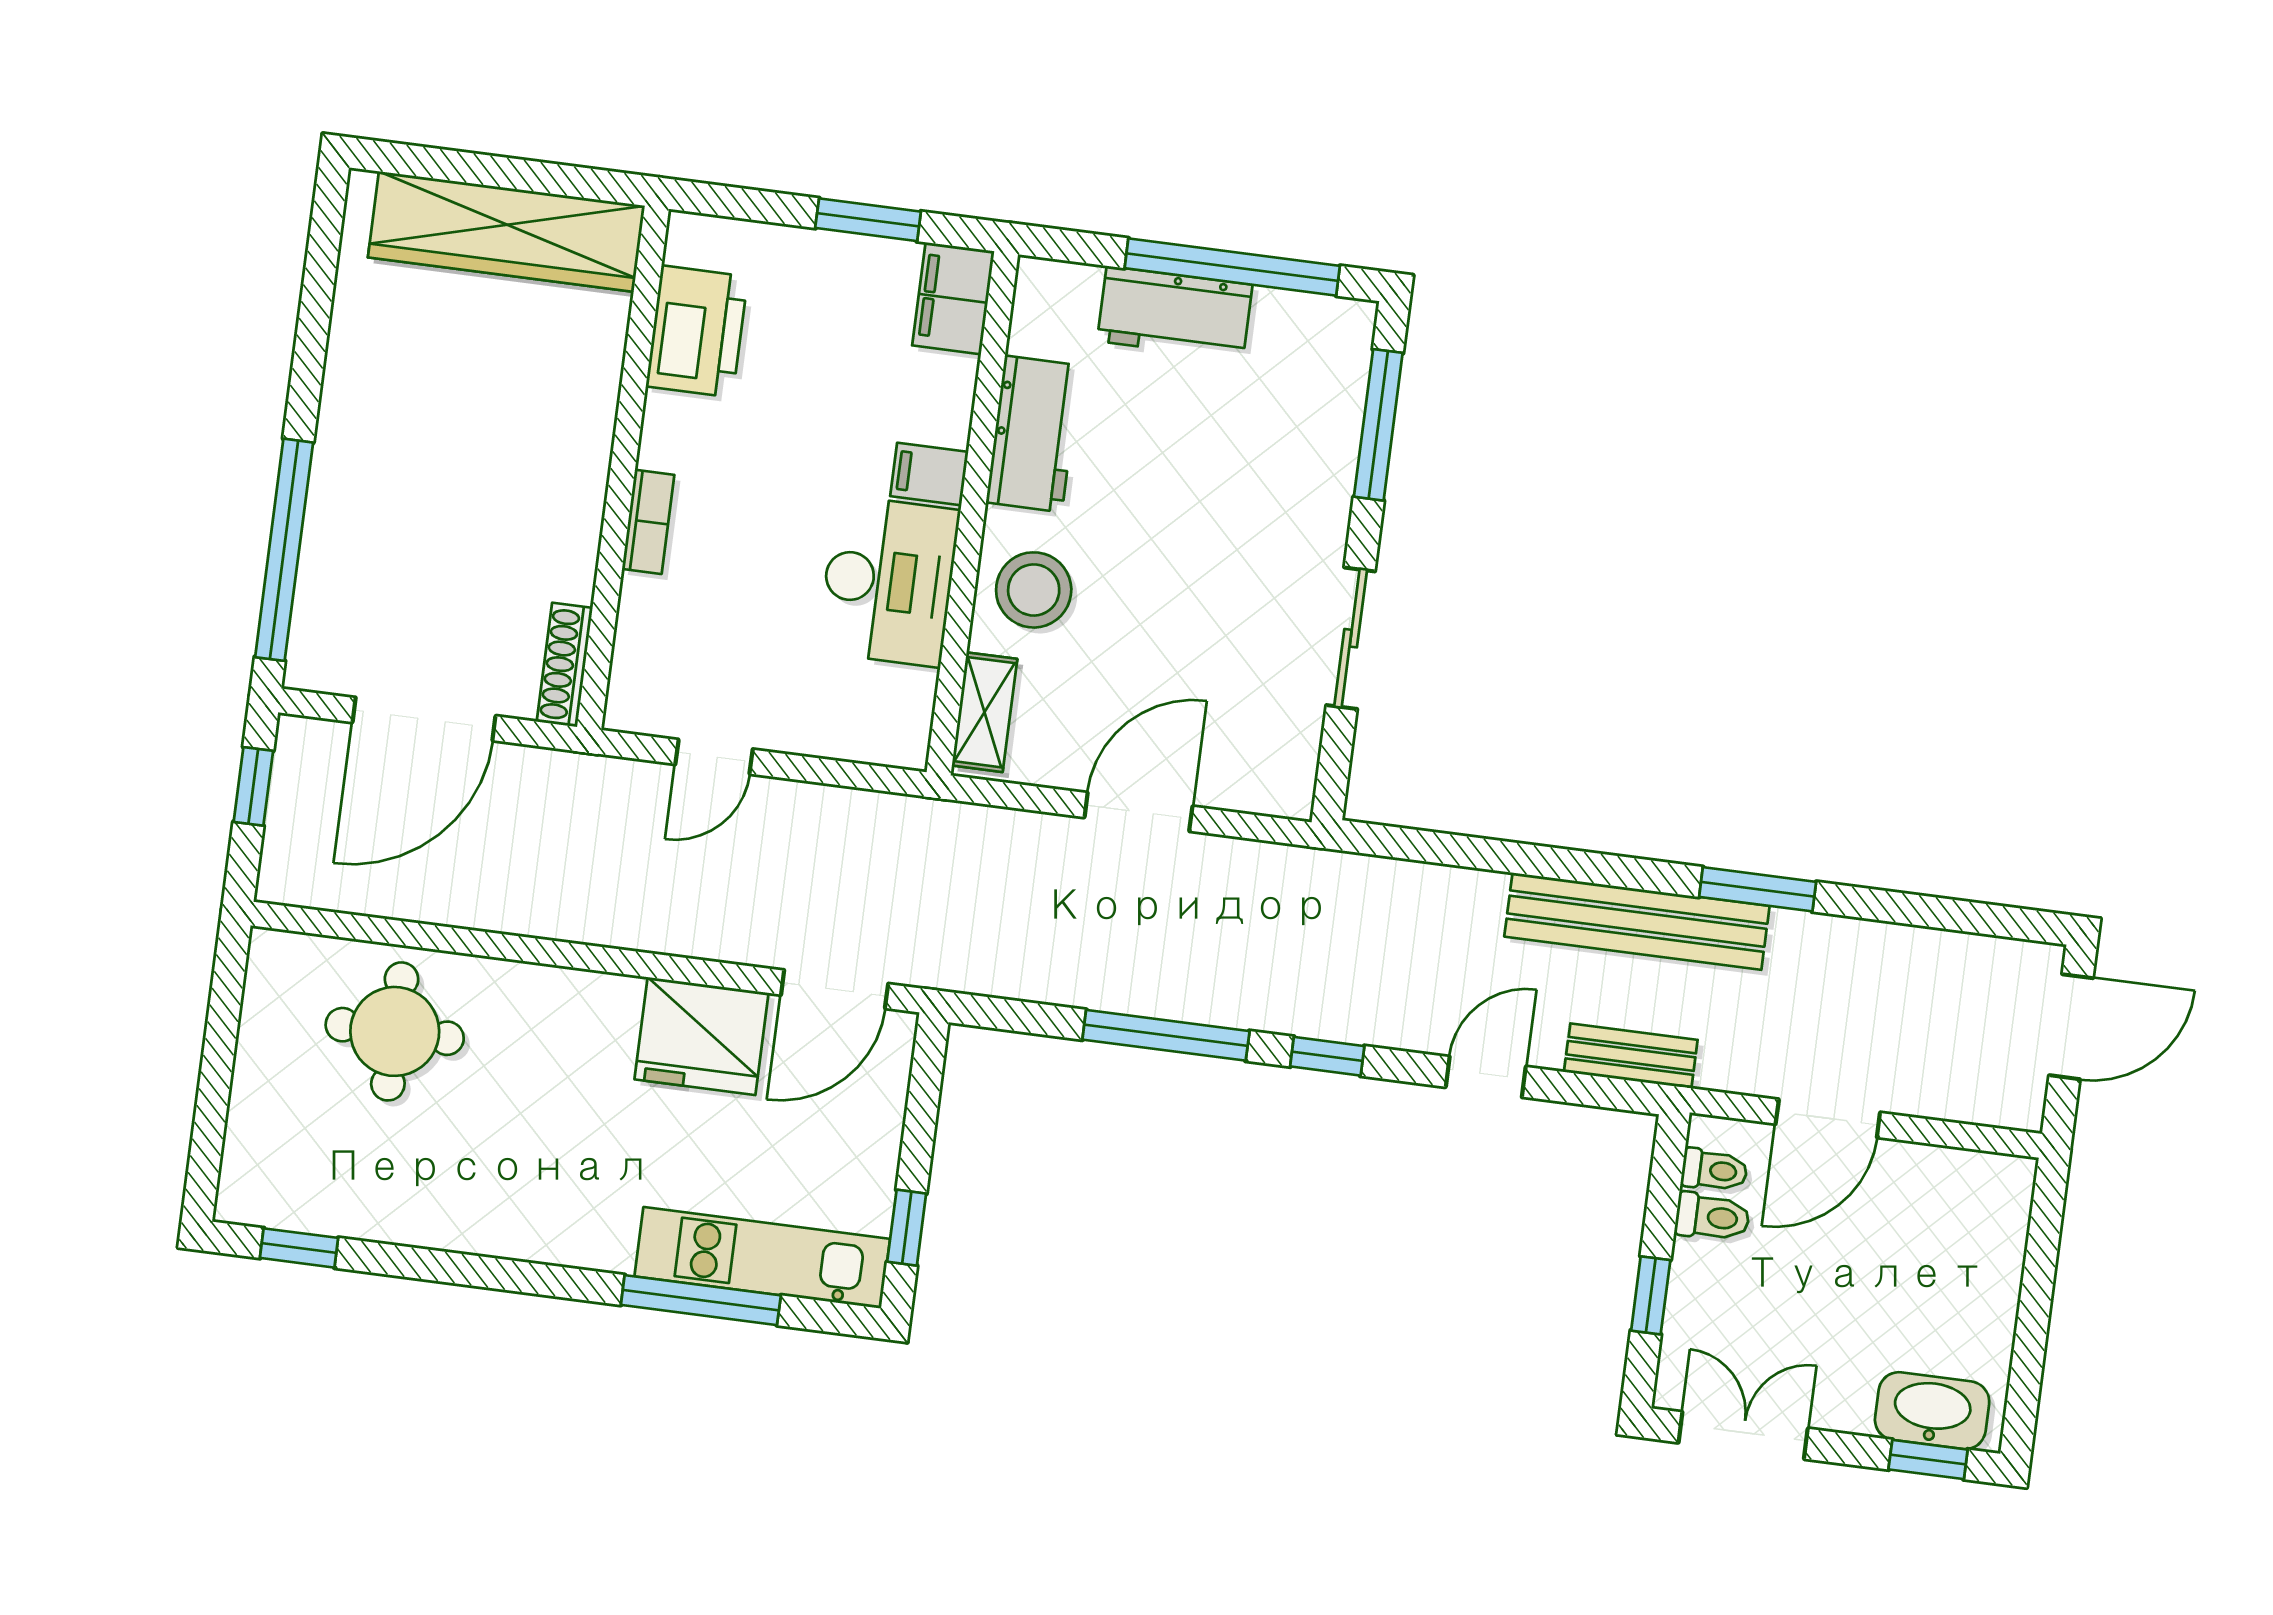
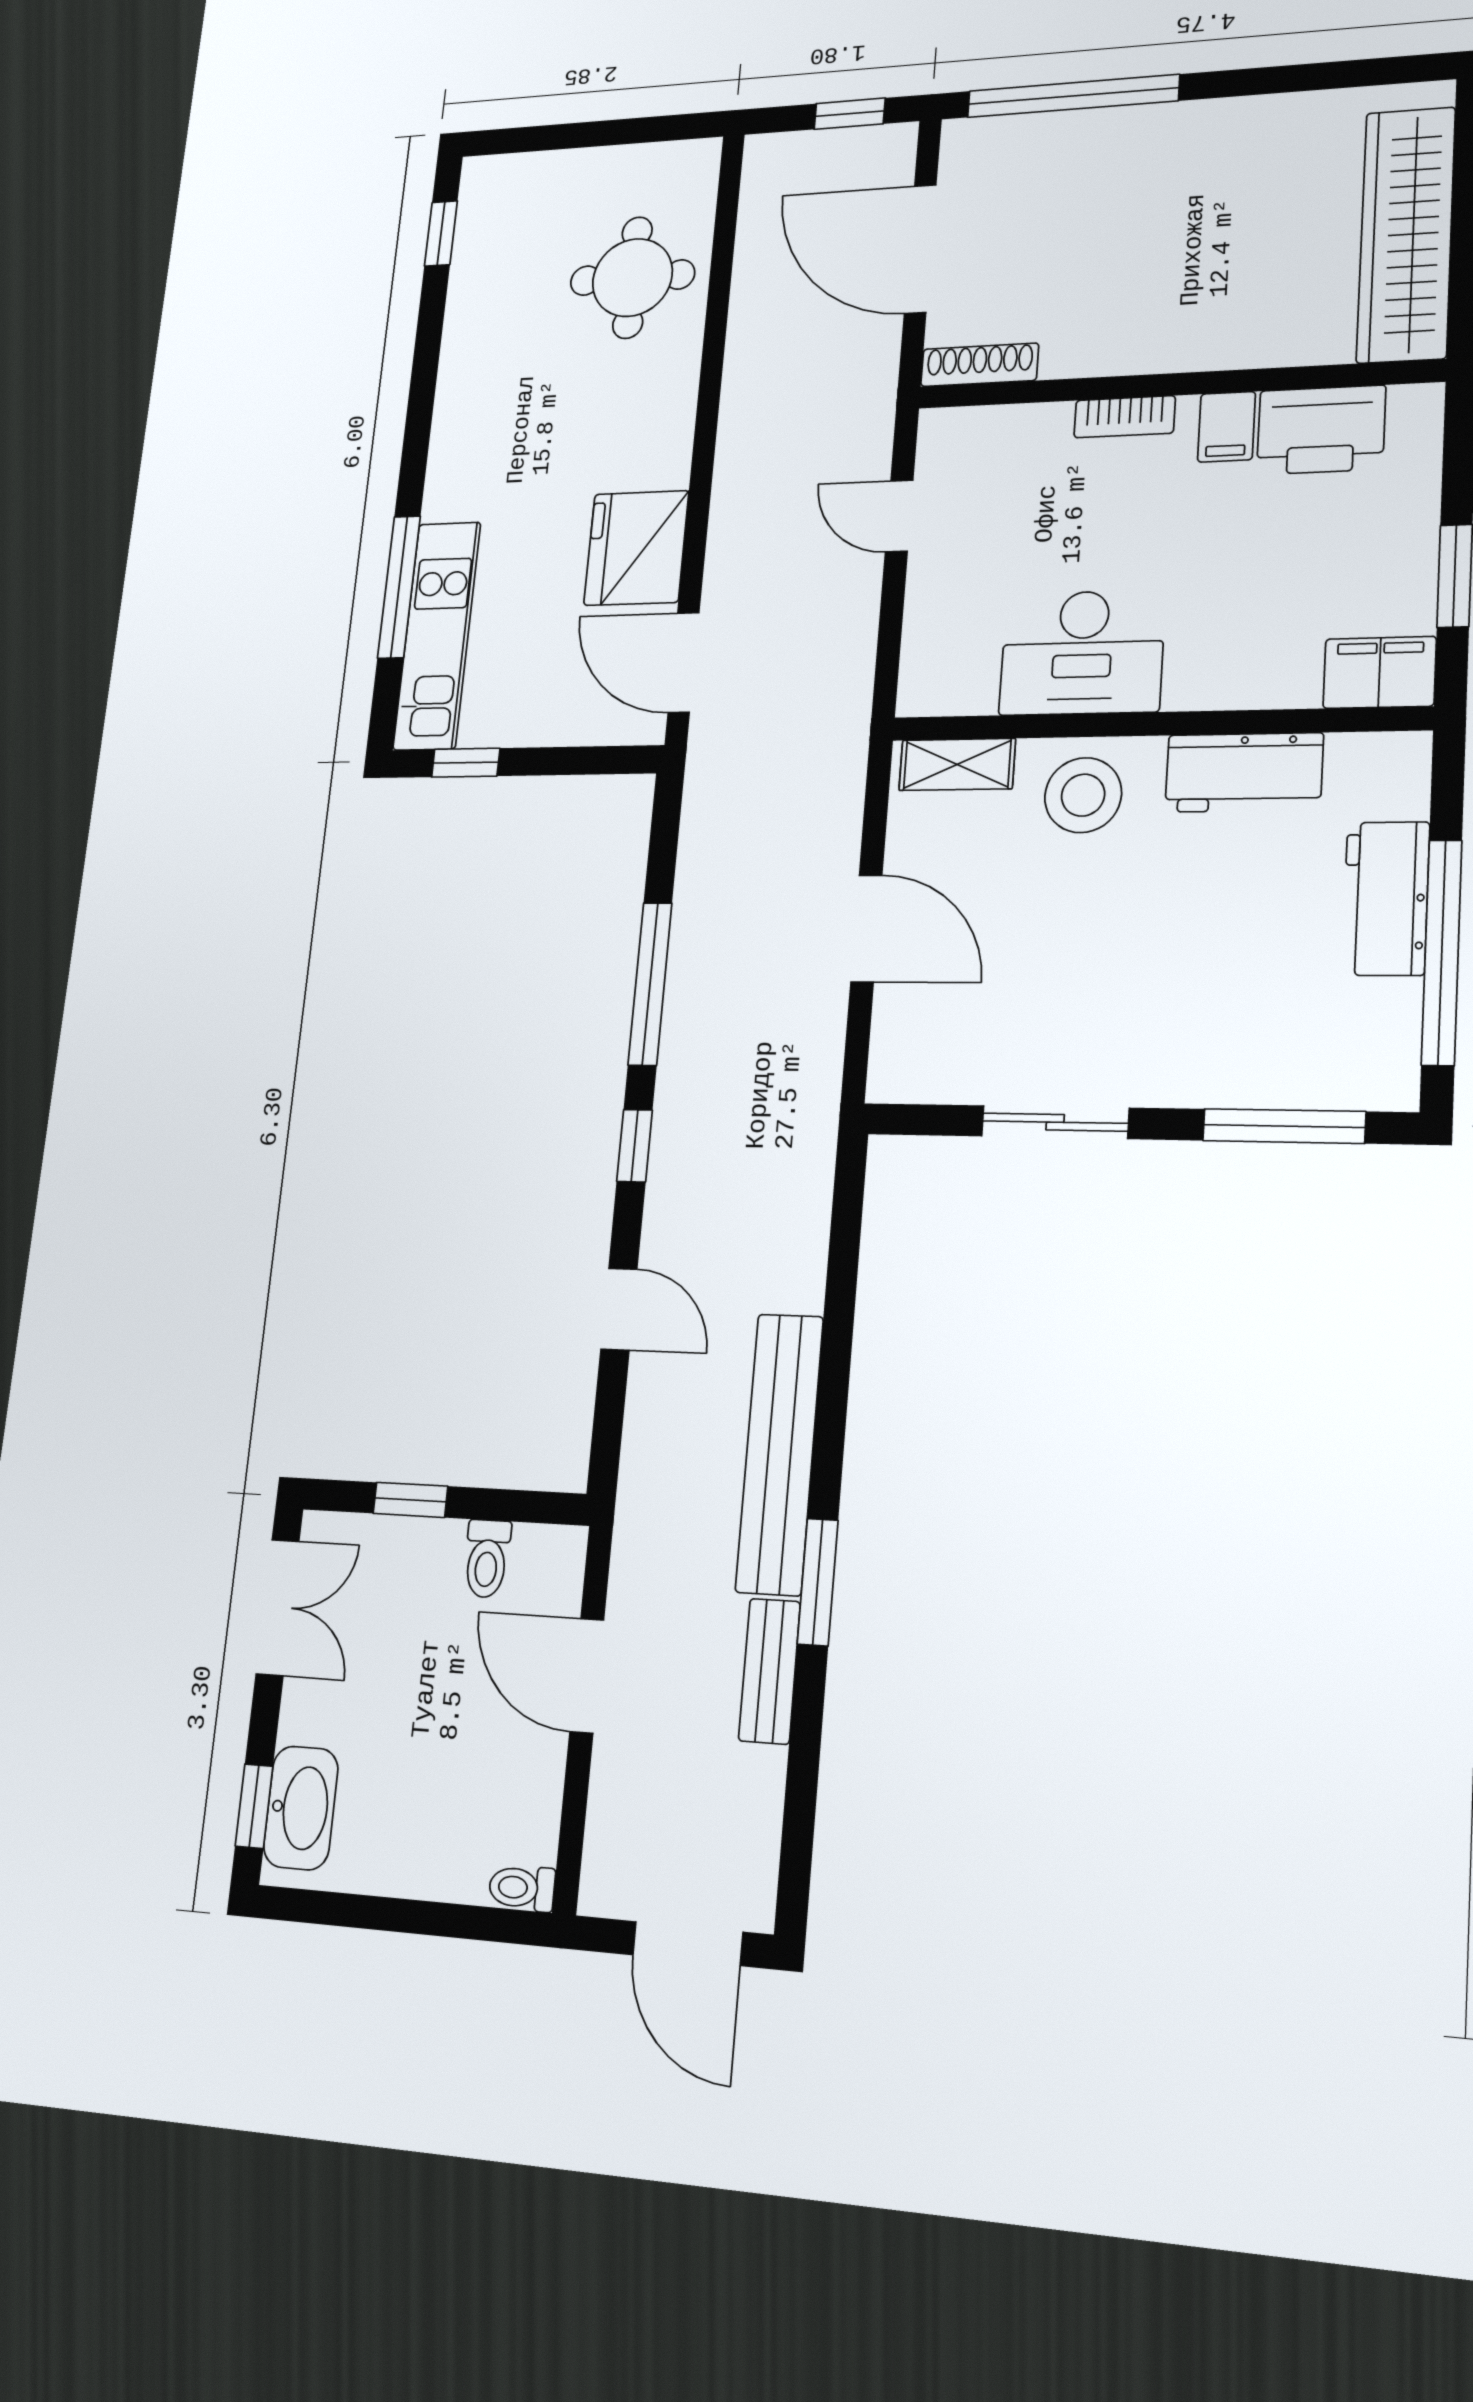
filing cabinet: (929, 474) -> (1226, 427), moved, turned 180
bench: (1631, 1056) -> (770, 1671), moved
toilet: (1714, 1170) -> (522, 1888), moved, turned 90

